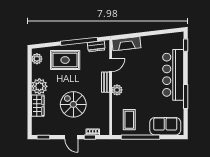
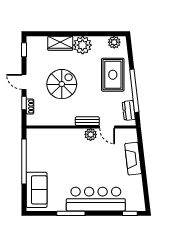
fireplace: (126, 44) -> (133, 159), moved
plant: (117, 90) -> (91, 134), moved
coffee table: (129, 120) -> (44, 149), removed
door: (71, 137) -> (24, 82), hinge flipped

